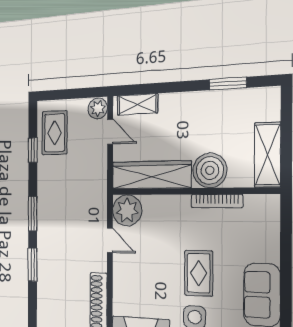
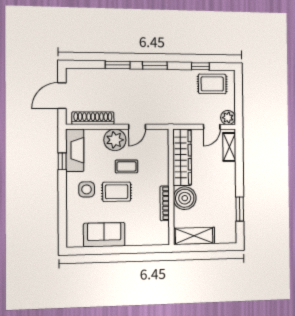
plant: (127, 210) -> (115, 140), moved
coffee table: (163, 257) -> (127, 166), added

